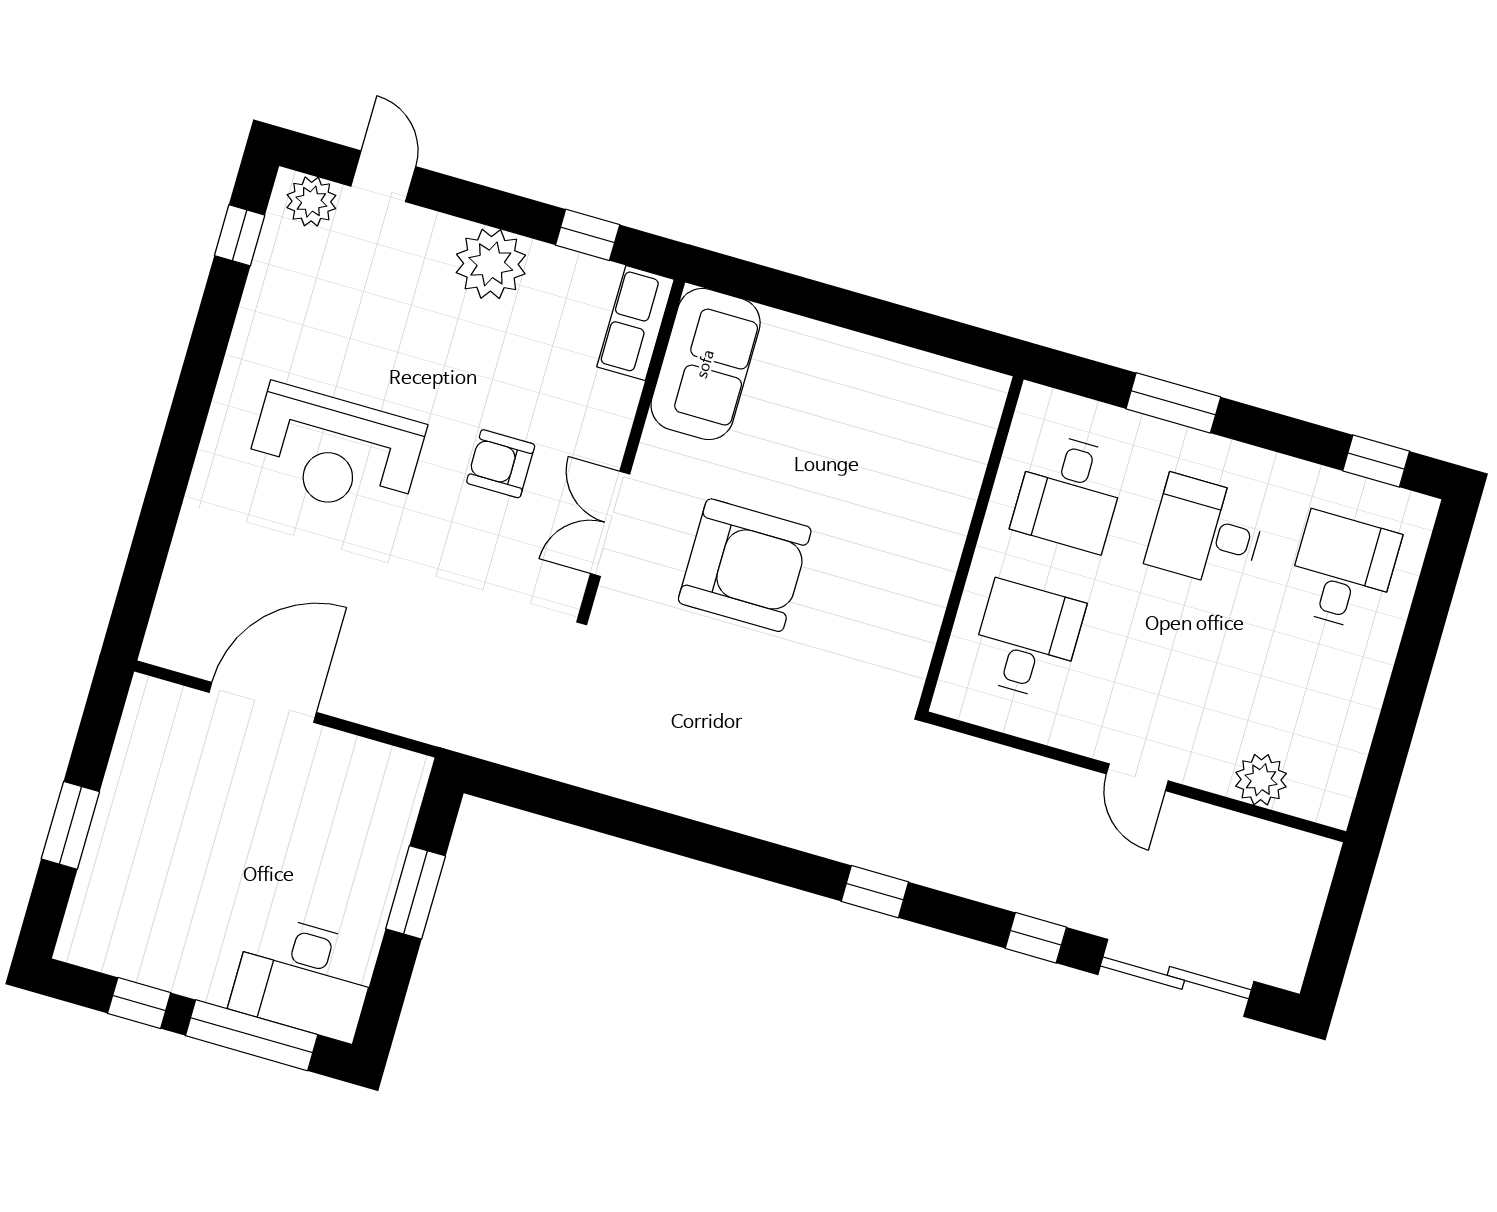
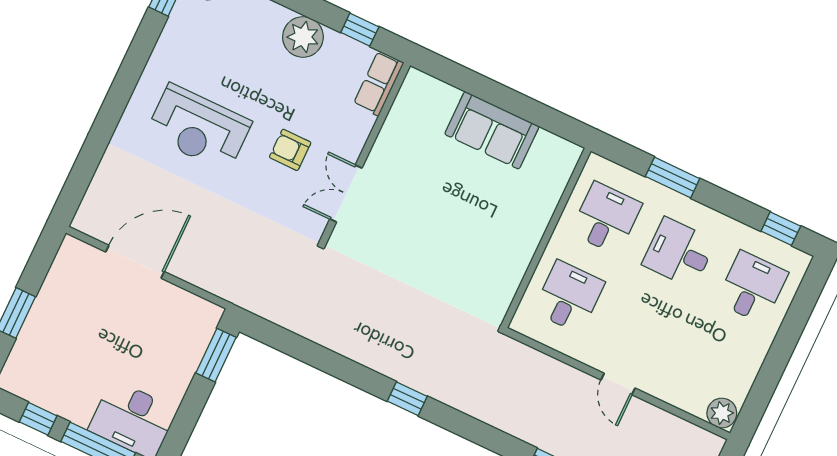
sofa: (706, 364) -> (492, 130), moved, turned 90
desk: (1069, 493) -> (606, 218), turned 180
armchair: (745, 565) -> (418, 229), removed
plant: (1261, 780) -> (722, 413), moved
window: (416, 892) -> (216, 355), moved
window: (875, 892) -> (407, 399), moved

